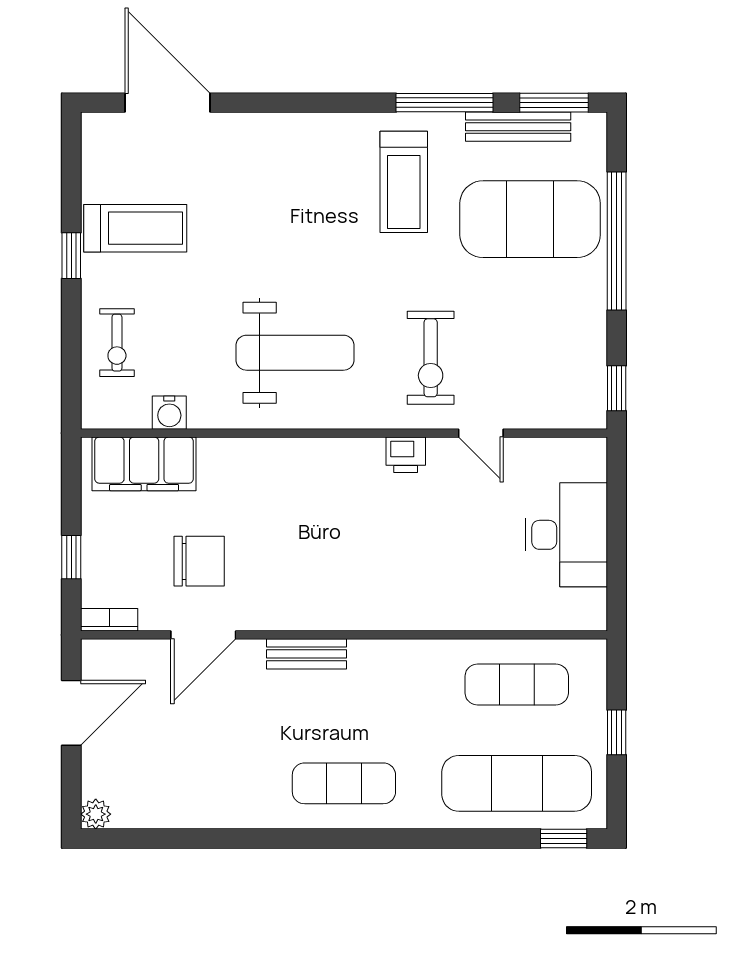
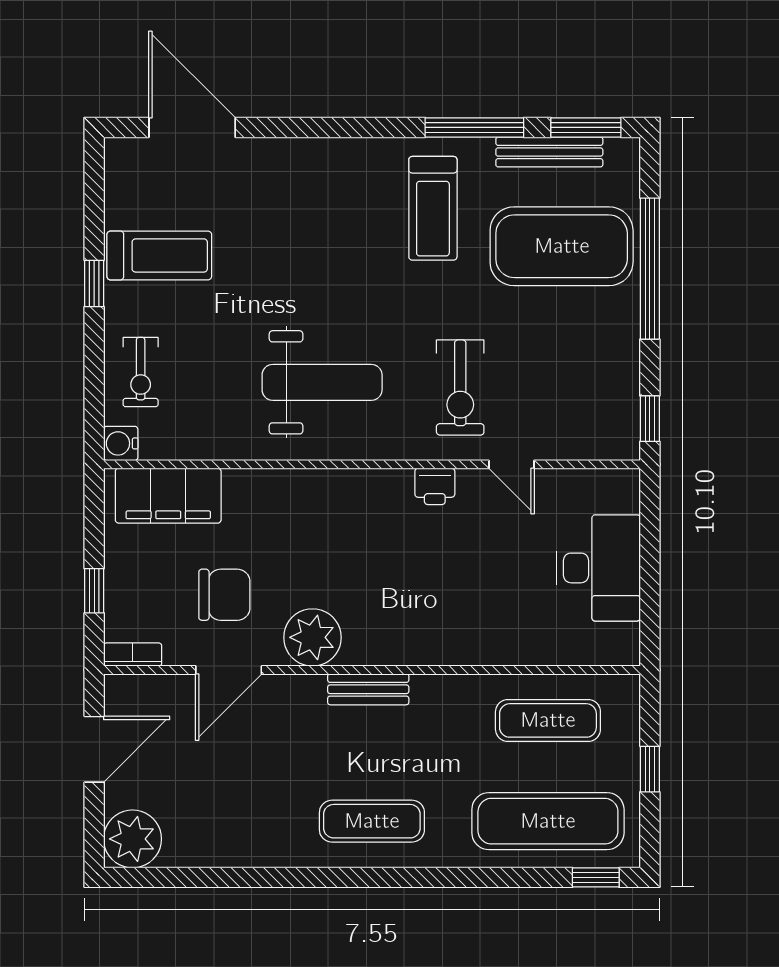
water cooler: (169, 413) -> (121, 443), moved, turned 90
plant: (286, 603) -> (312, 637), added
bench: (307, 654) -> (368, 689), moved
plant: (96, 814) -> (132, 839), width x1.88, depth x1.88

